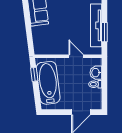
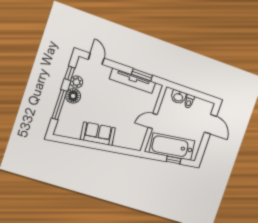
door: (76, 56) -> (153, 121), moved
window: (34, 74) -> (174, 160), moved

